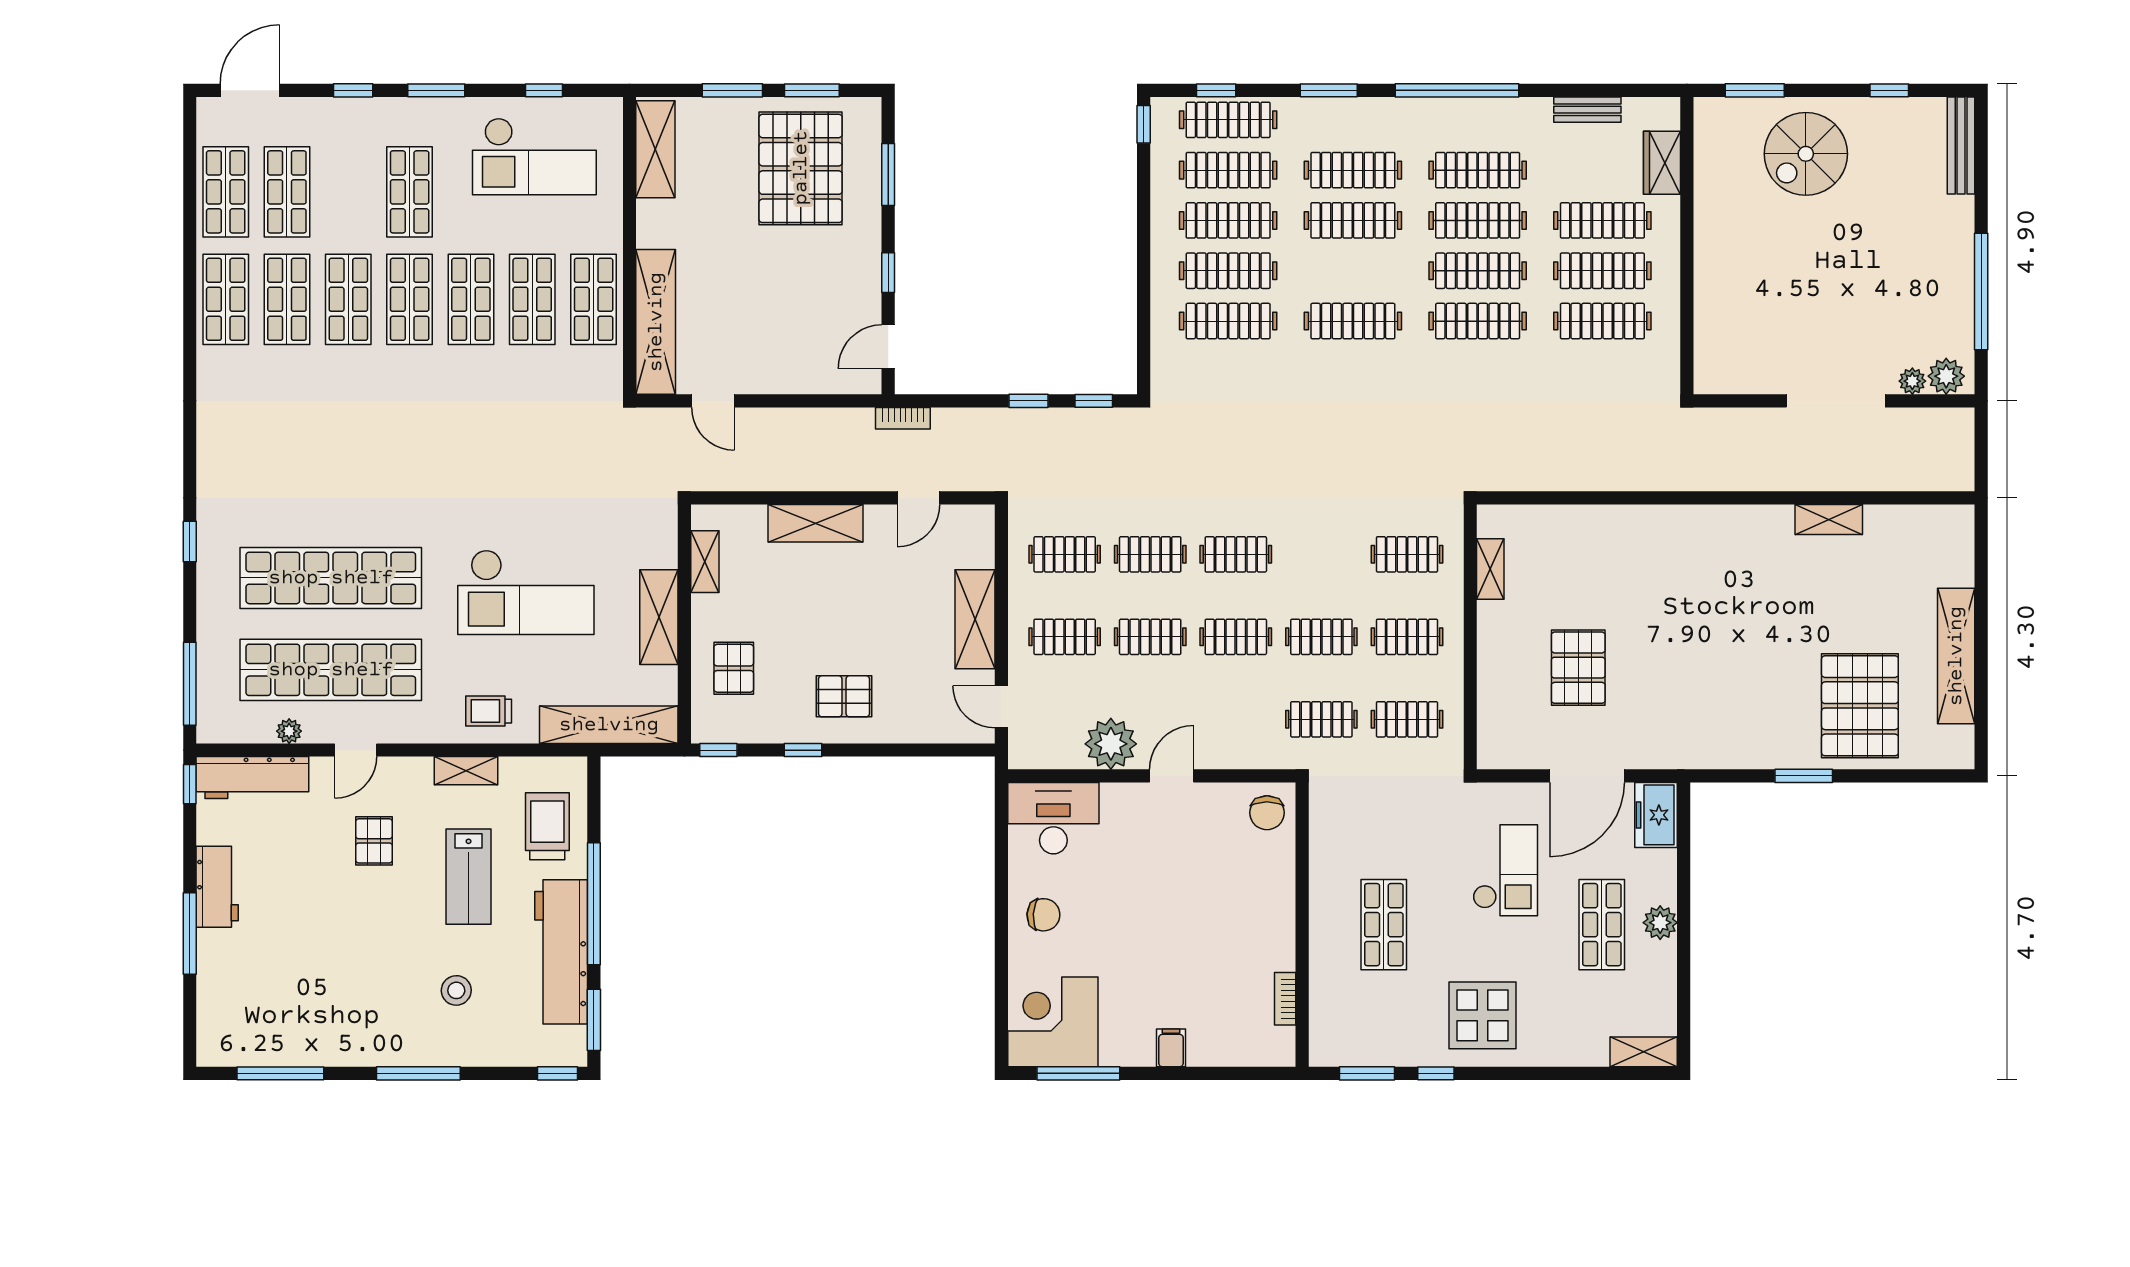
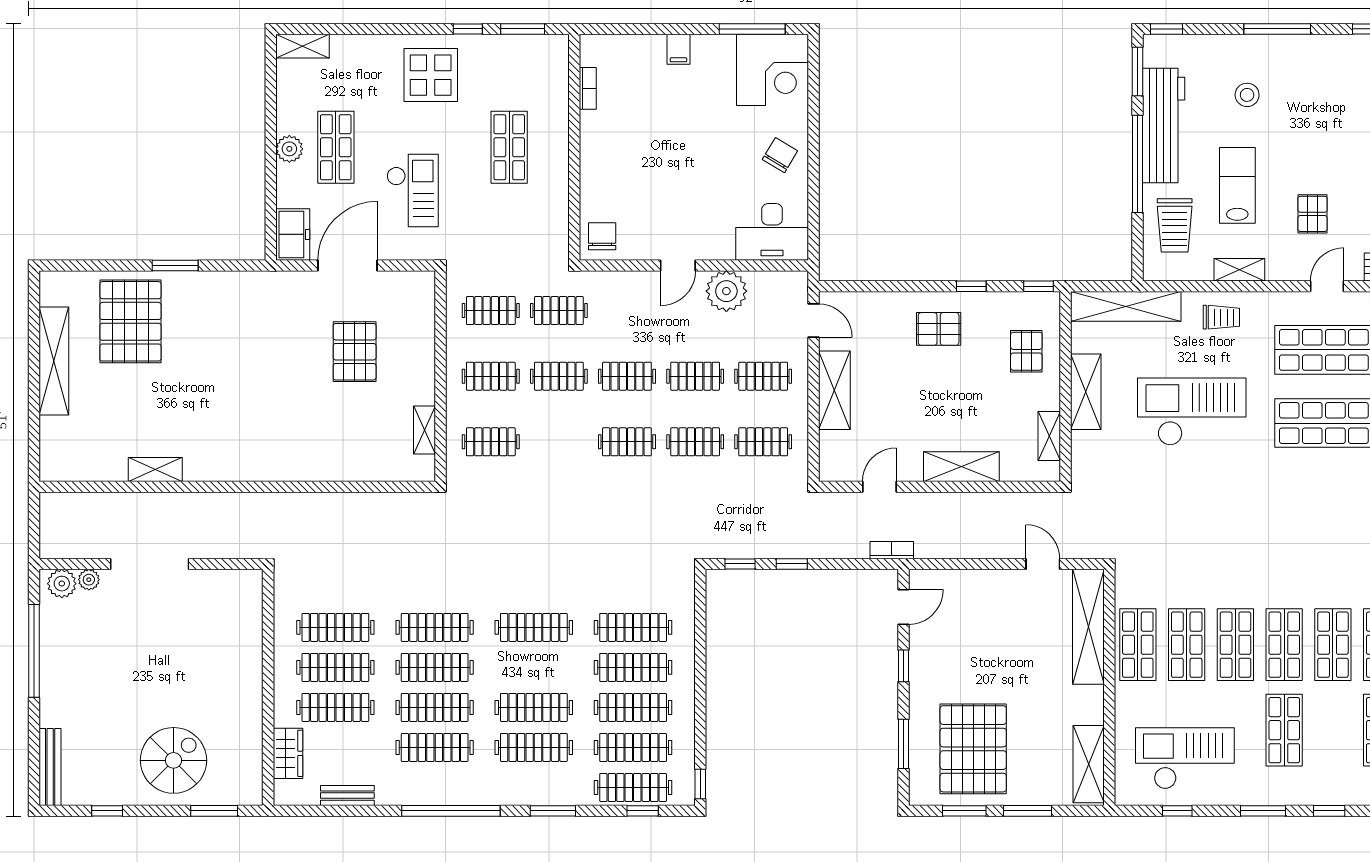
checkout: (1505, 870) -> (413, 191), turned 180
chair: (1043, 915) -> (780, 155), turned 118

